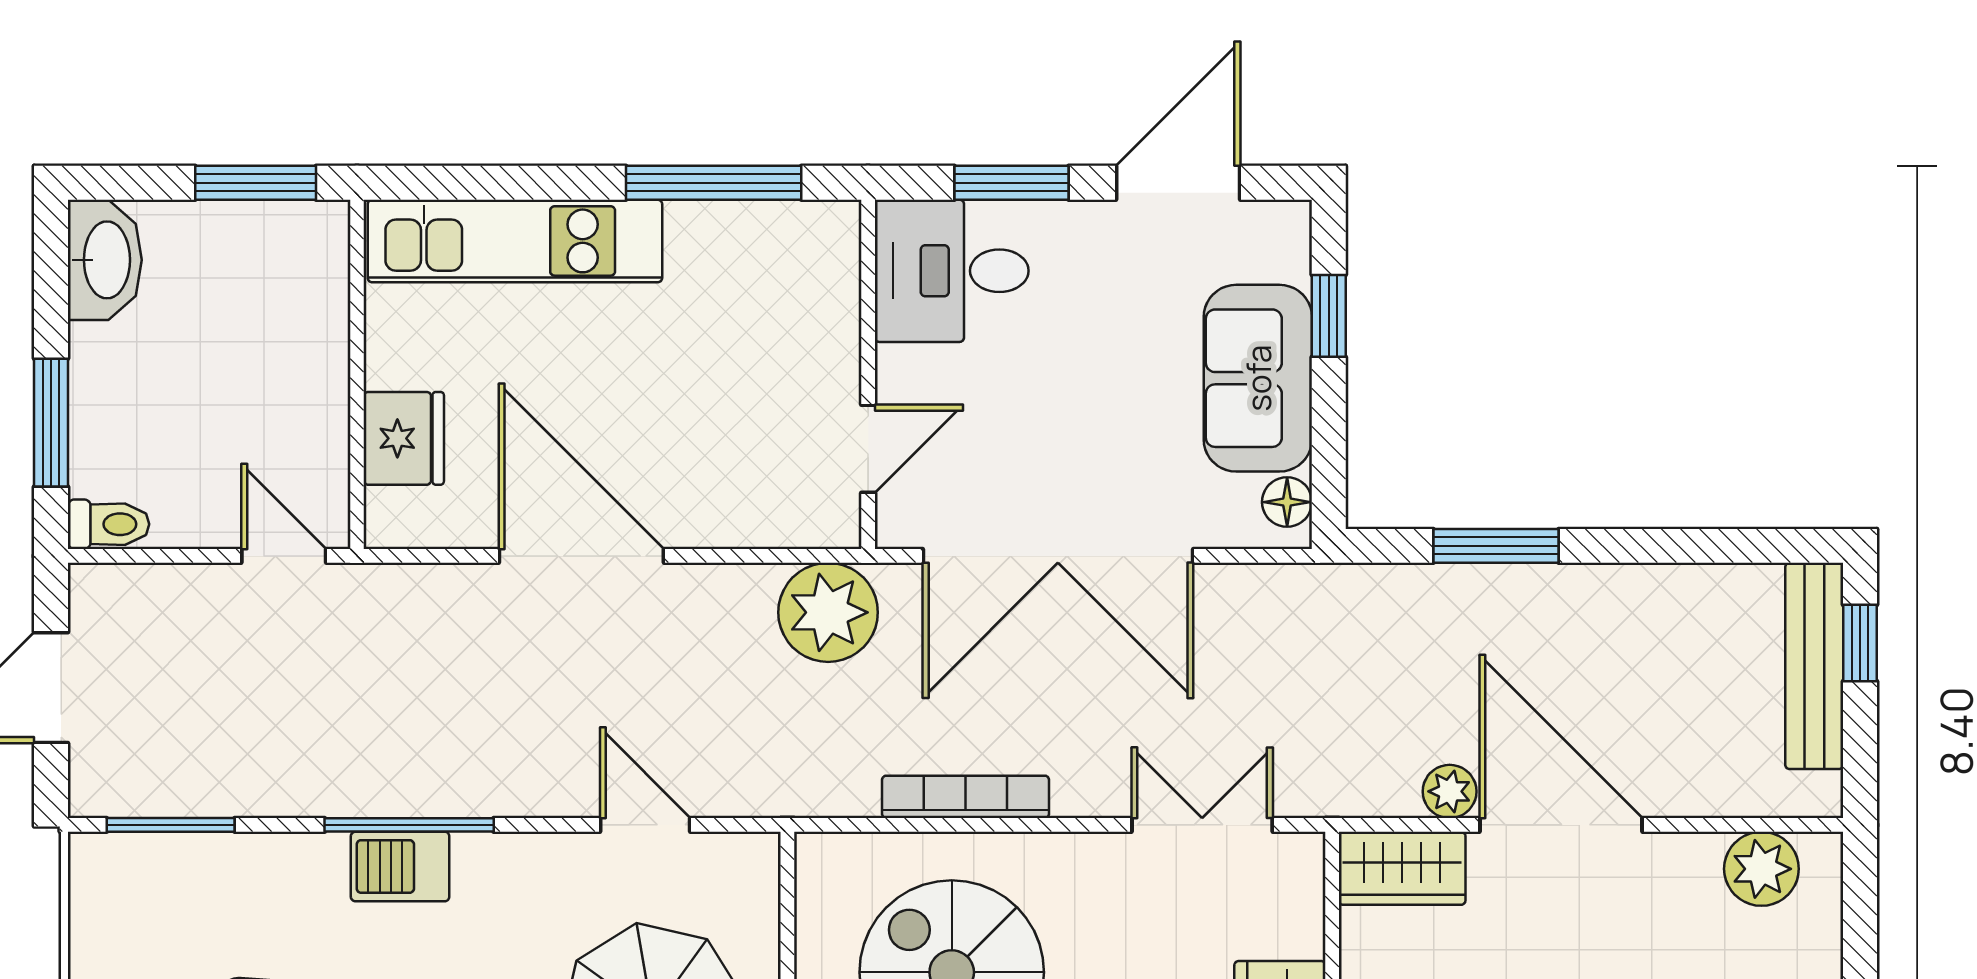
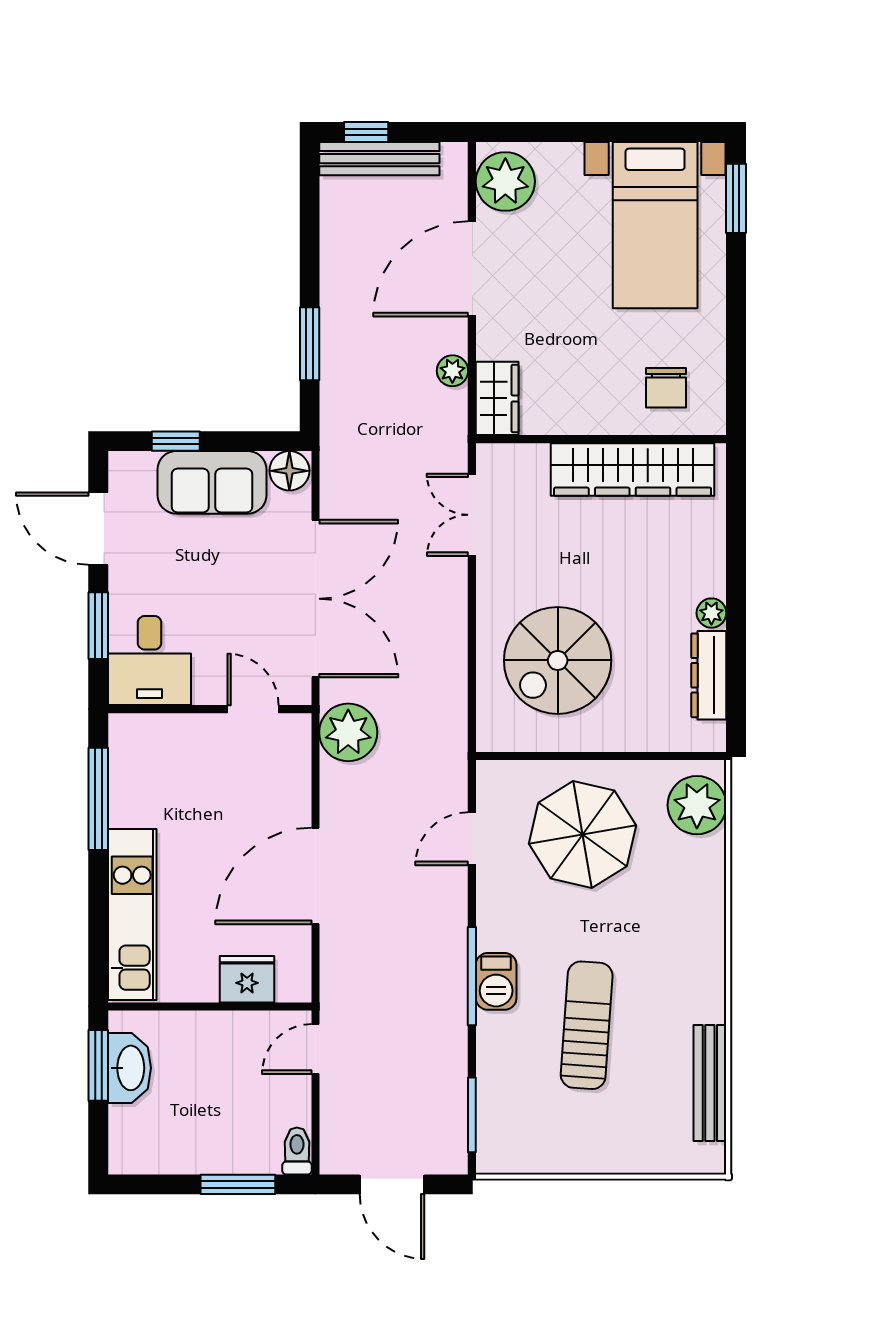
washbasin: (105, 260) -> (130, 1068), moved, turned 90
floor lamp: (1287, 502) -> (289, 471), width x1.37, depth x1.37
bookcase: (966, 797) -> (456, 652), removed
door: (1561, 825) -> (472, 269), moved
plant: (1761, 869) -> (505, 181), width x1.36, depth x1.36

